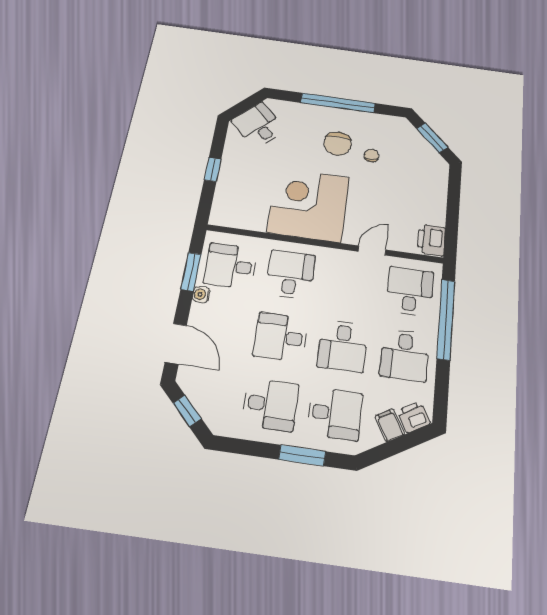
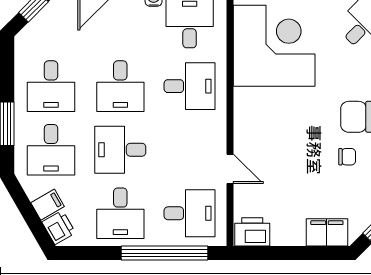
filing cabinet: (436, 180) -> (327, 232), added
corner desk: (309, 205) -> (274, 46), moved
desk: (281, 337) -> (120, 86), turned 180
desk: (405, 355) -> (120, 213), turned -90

